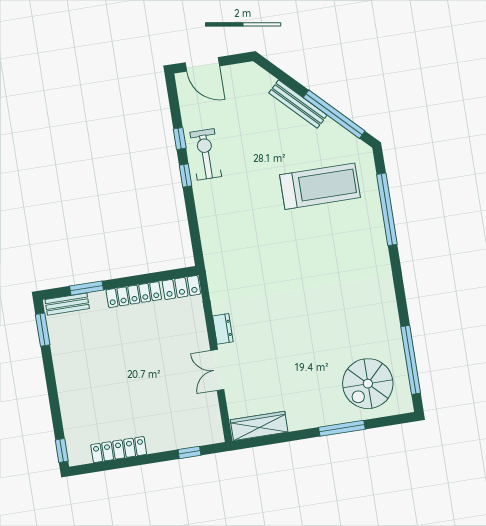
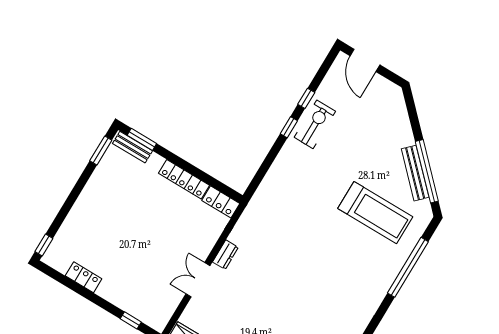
bench: (298, 104) -> (415, 173), moved
window: (86, 288) -> (142, 139), moved
locker: (119, 450) -> (84, 277), width x0.66

